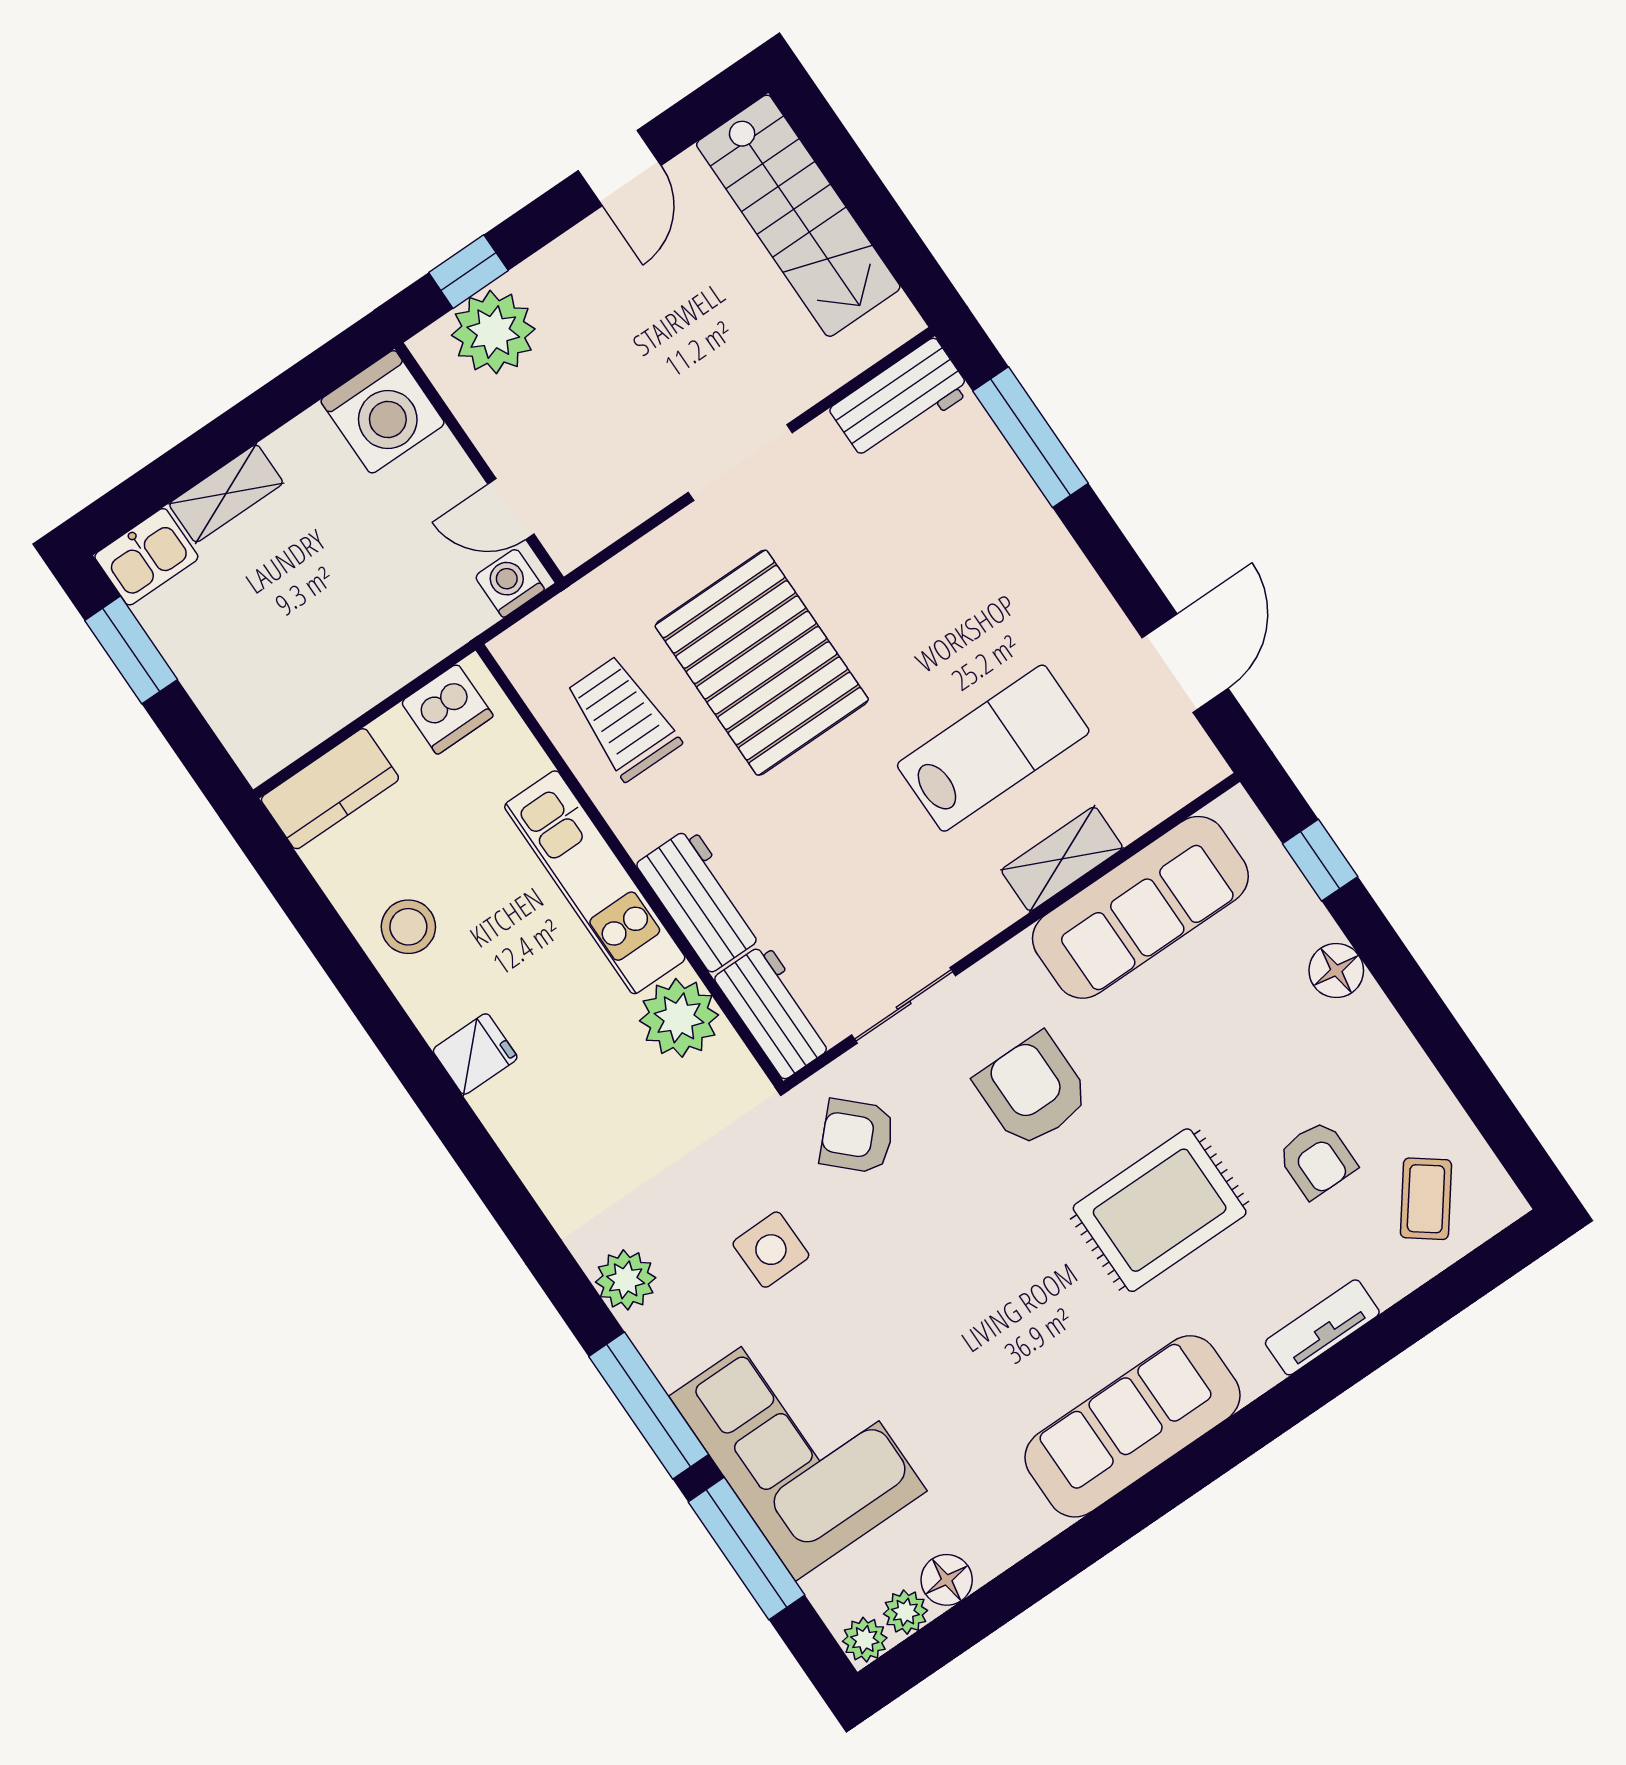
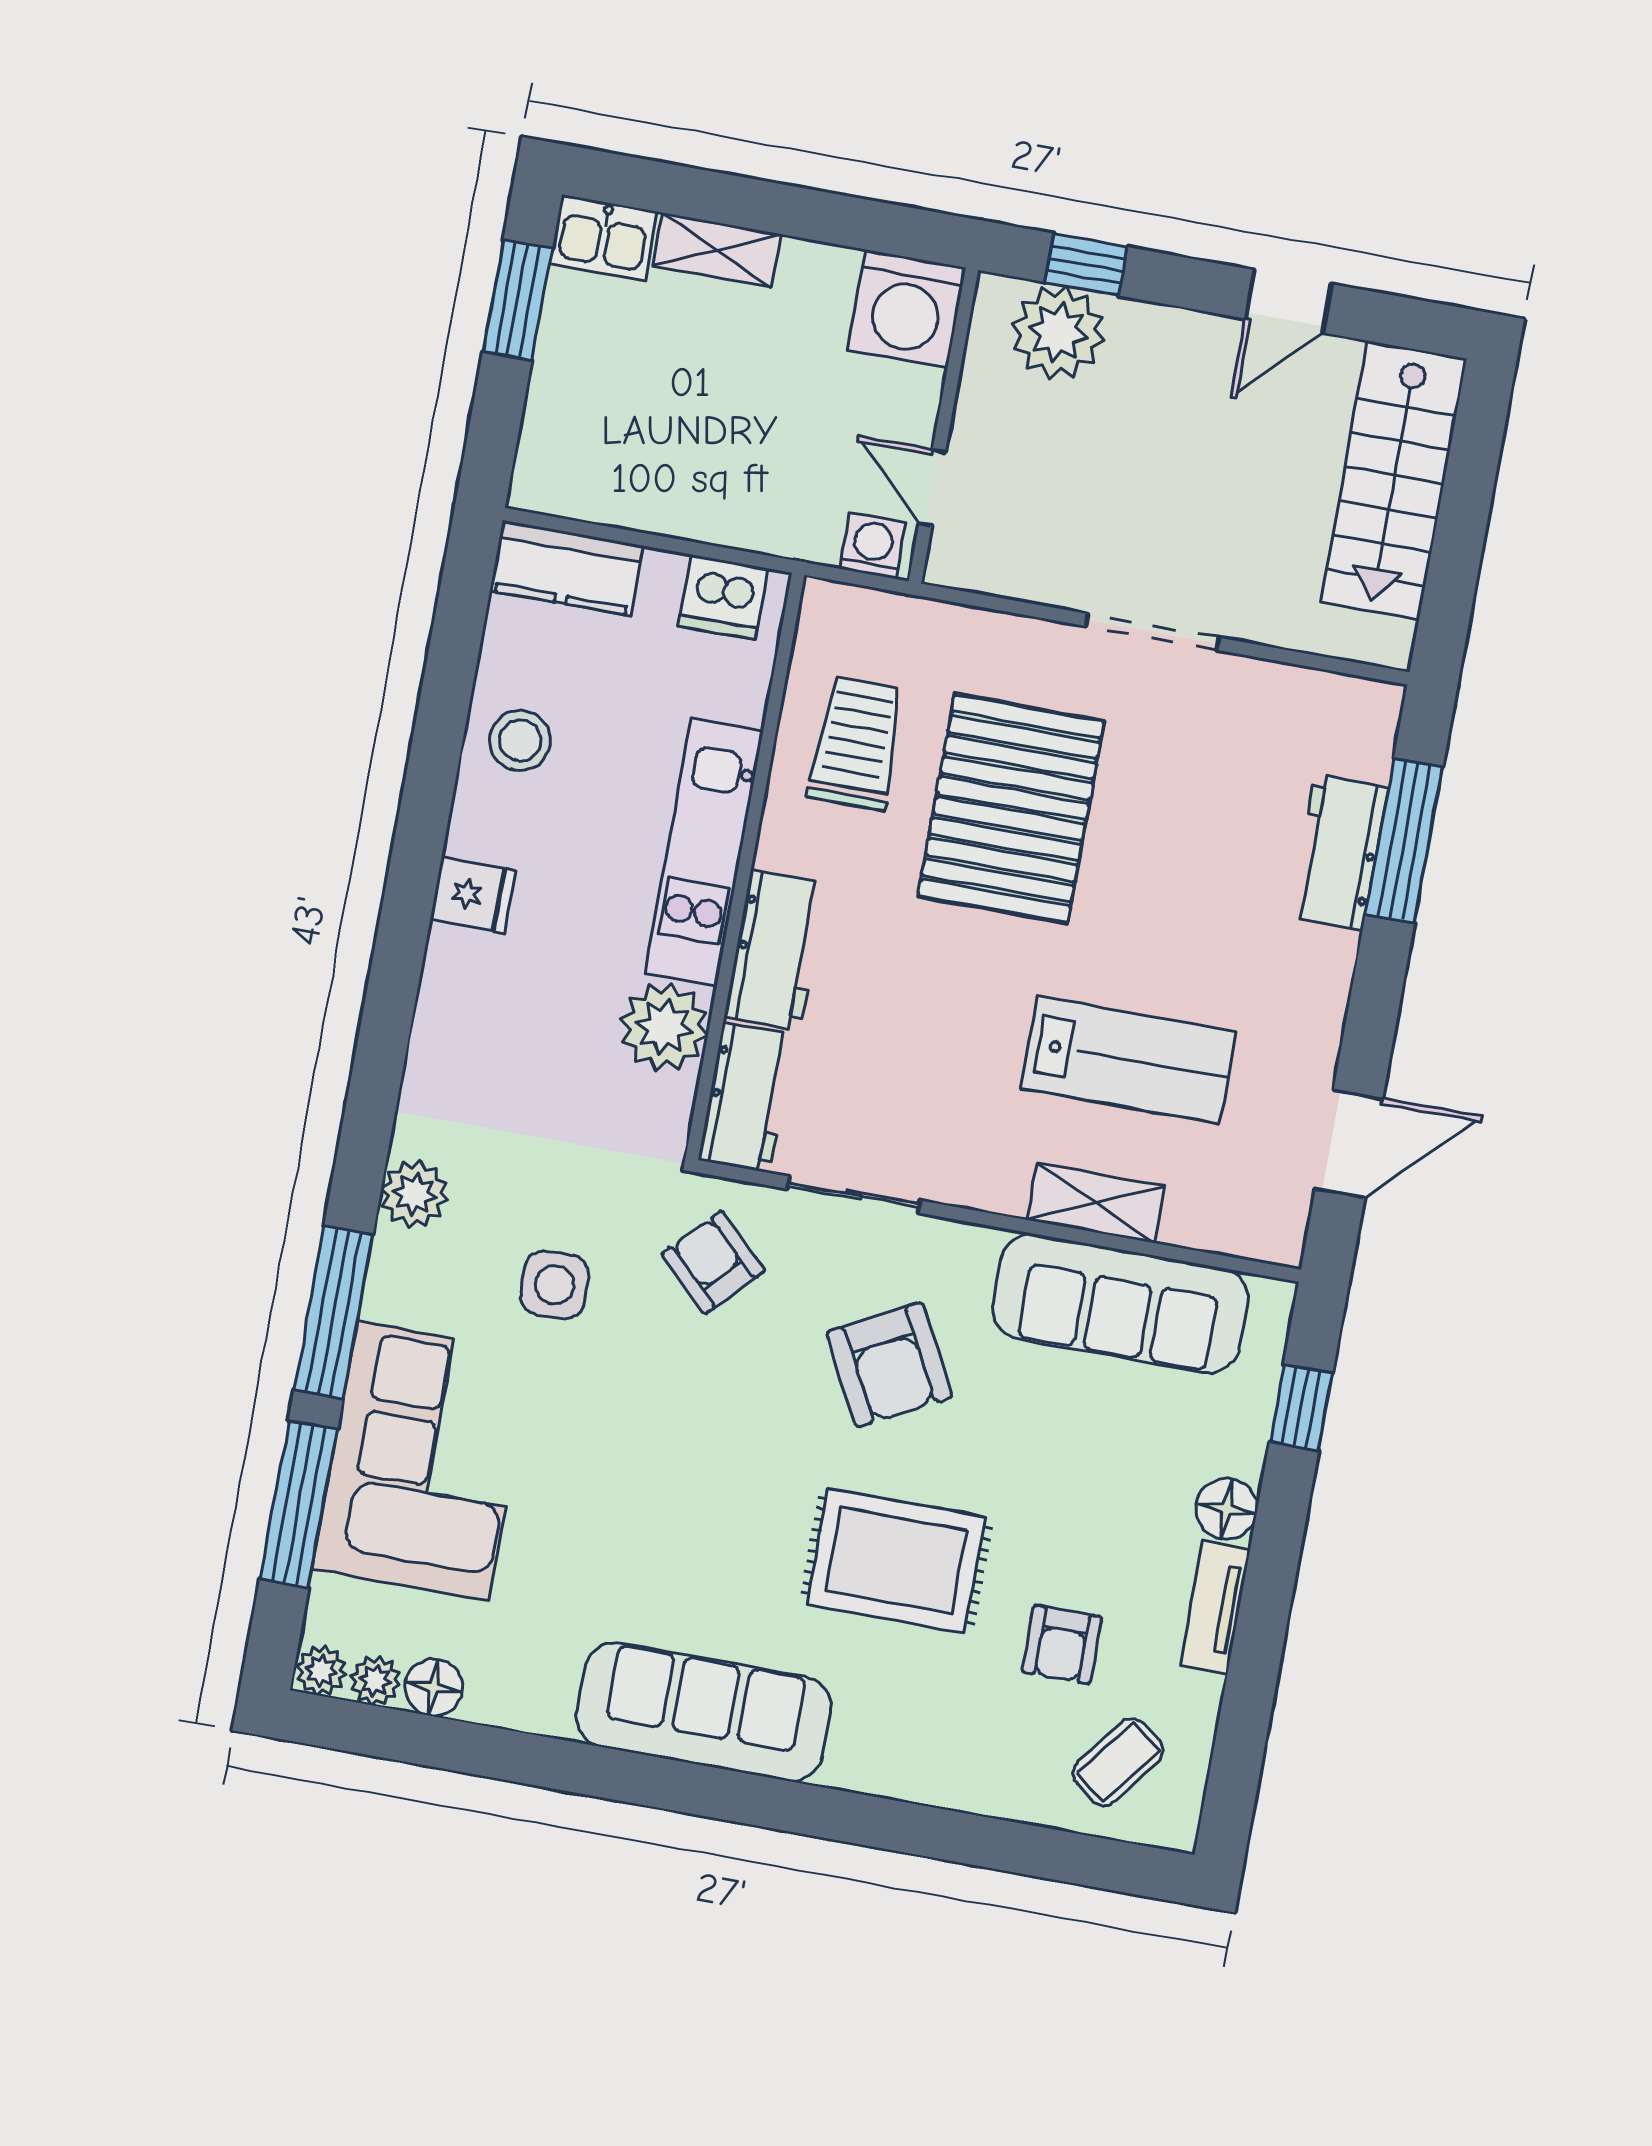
workbench: (900, 400) -> (1339, 852), moved, turned 90
armchair: (1033, 1090) -> (889, 1365), turned 152
tv unit: (1322, 1327) -> (1215, 1607), moved, turned -90

